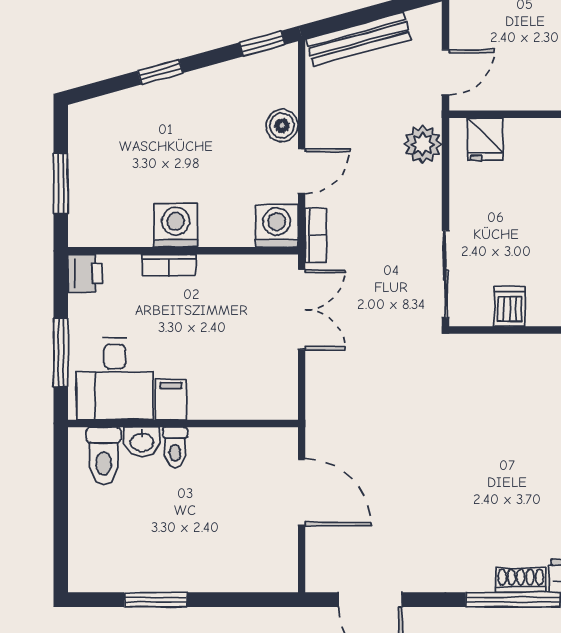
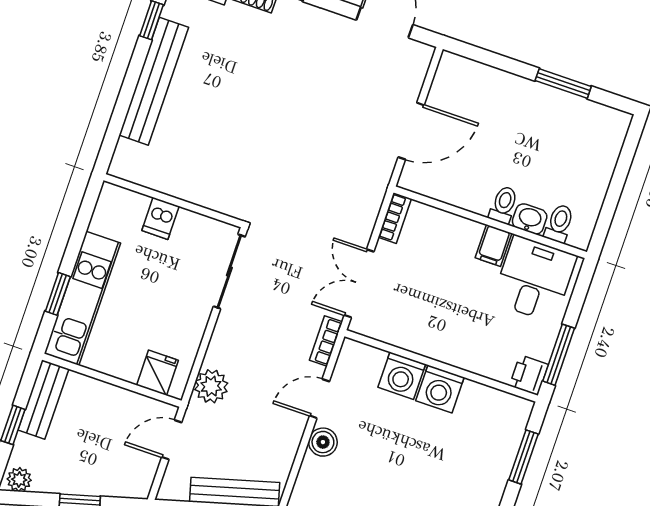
washing machine: (277, 226) -> (402, 376), moved
bookcase: (169, 265) -> (395, 218), moved, turned 90
dishwasher: (510, 306) -> (160, 218), moved
window: (61, 353) -> (559, 355), moved
toilet: (104, 456) -> (559, 223), width x0.73, depth x0.72
door: (302, 492) -> (411, 131), swing flipped

